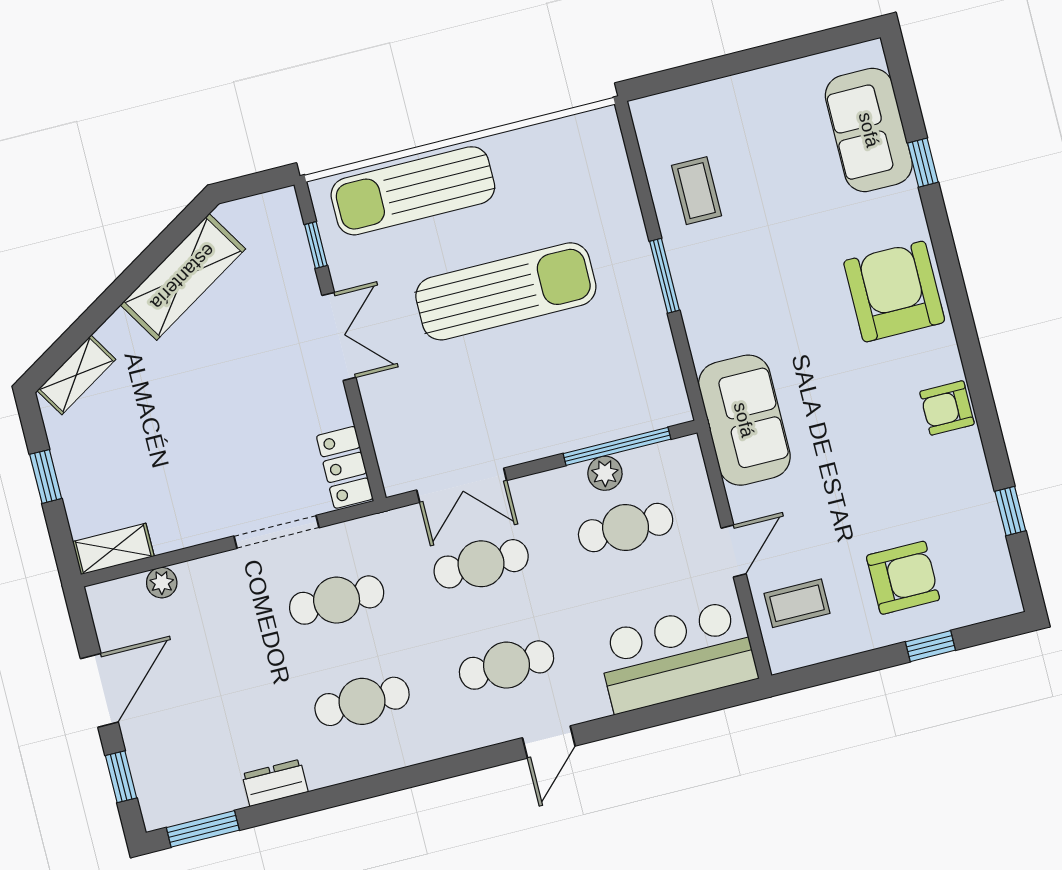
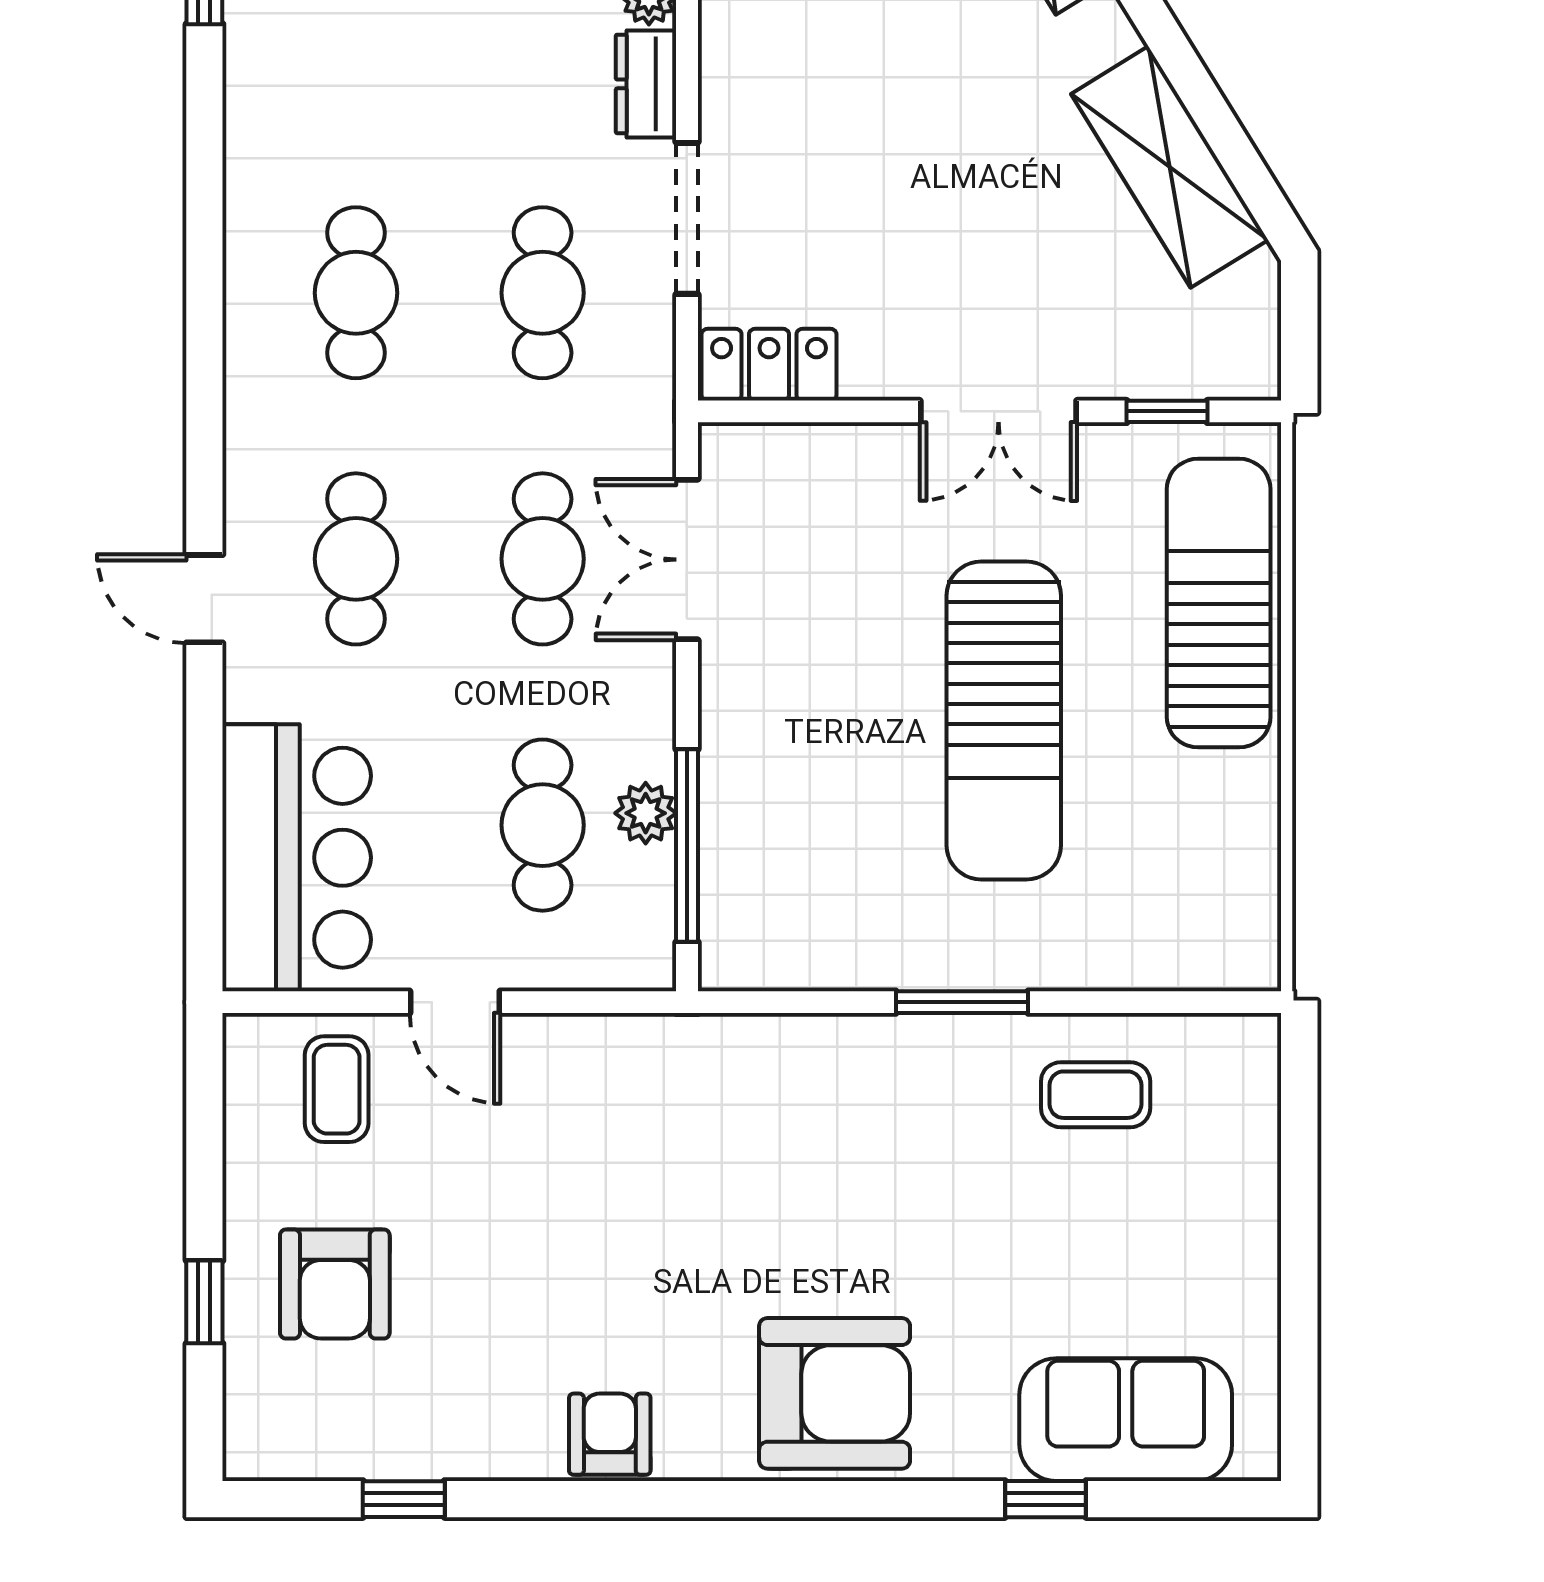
sofa: (744, 420) -> (677, 1078), removed
dresser: (275, 783) -> (646, 84), moved, turned 180

